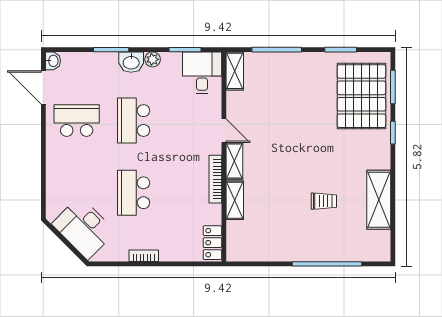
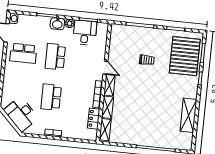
shelving: (235, 71) -> (105, 130), moved
desk: (202, 73) -> (85, 33), moved
school desk: (77, 121) -> (23, 53), turned 180
trolley: (324, 201) -> (147, 60), moved
locker: (212, 243) -> (94, 119), moved

